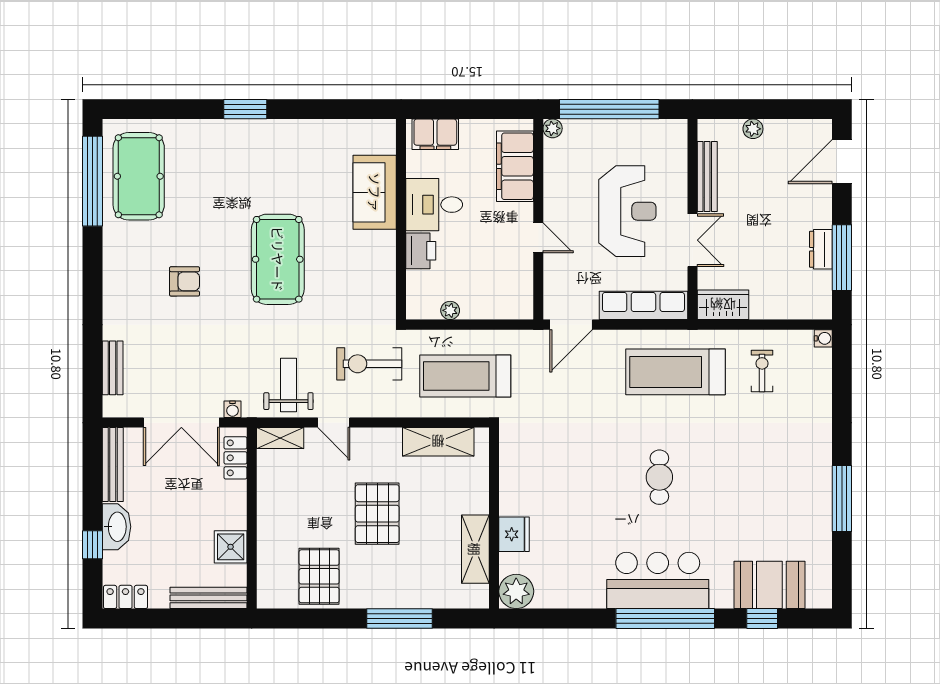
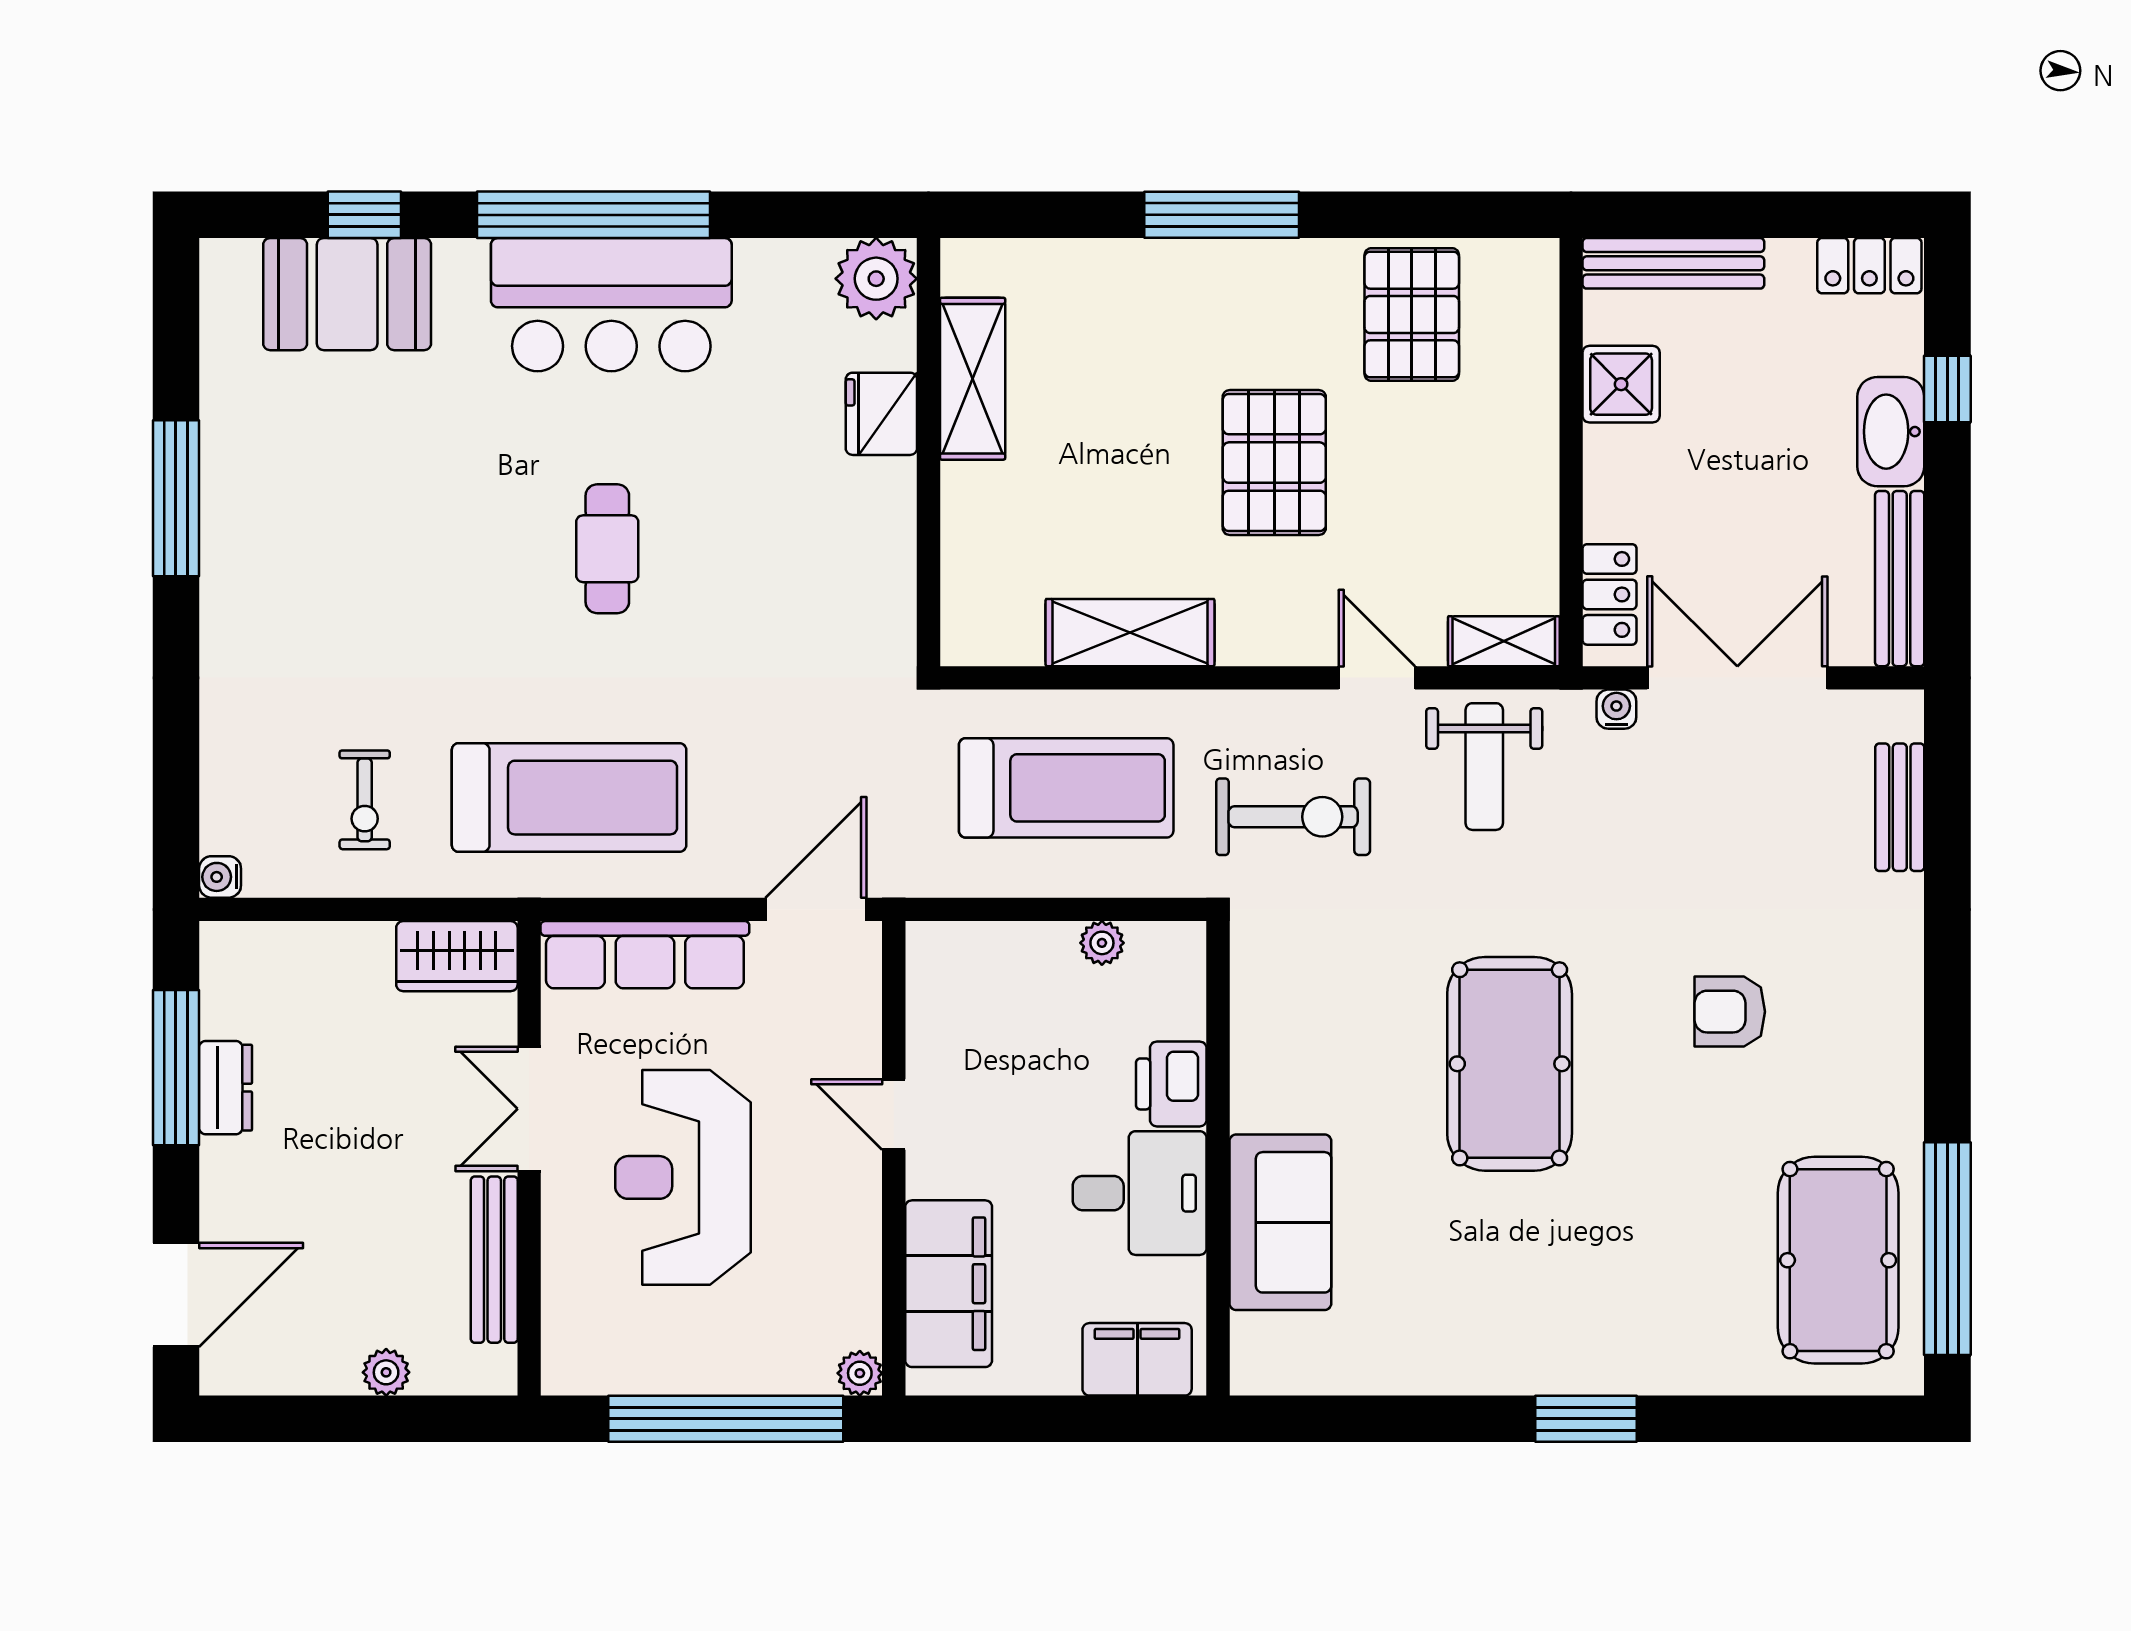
wall: (494, 518) -> (929, 452), moved
fridge: (514, 534) -> (881, 414), moved
shelving: (475, 549) -> (973, 379), moved
plant: (516, 591) -> (876, 279), moved

